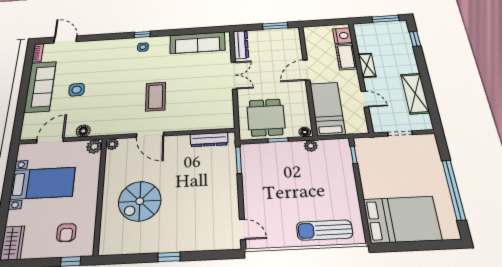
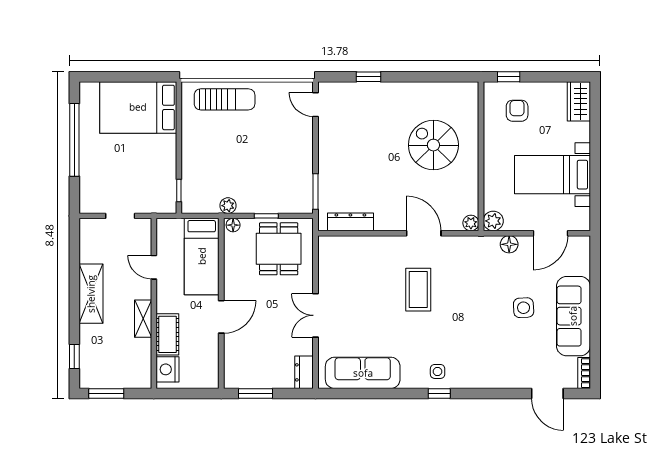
dresser: (241, 45) -> (304, 372), width x0.70
shelving: (415, 93) -> (91, 294), moved
spiral stairs: (140, 201) -> (433, 145), turned -90
window: (169, 257) -> (368, 77), moved

